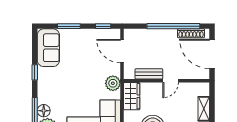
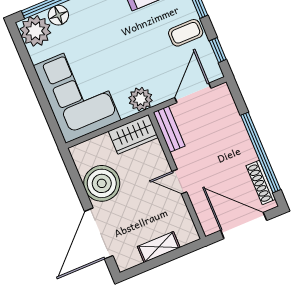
coffee table: (85, 41) -> (186, 33), added
door: (212, 54) -> (244, 225), hinge flipped
bench: (149, 74) -> (169, 129), moved

